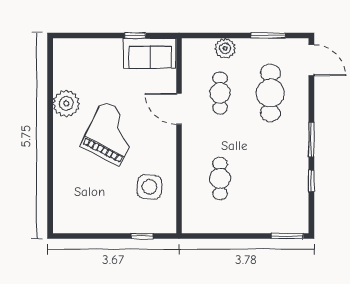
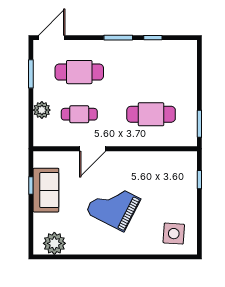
sofa: (150, 53) -> (46, 190), moved
plant: (66, 103) -> (54, 243), moved
cafe table: (220, 178) -> (151, 114), width x1.37, depth x1.35
side table: (149, 187) -> (174, 234), moved
window: (287, 236) -> (199, 124), moved

